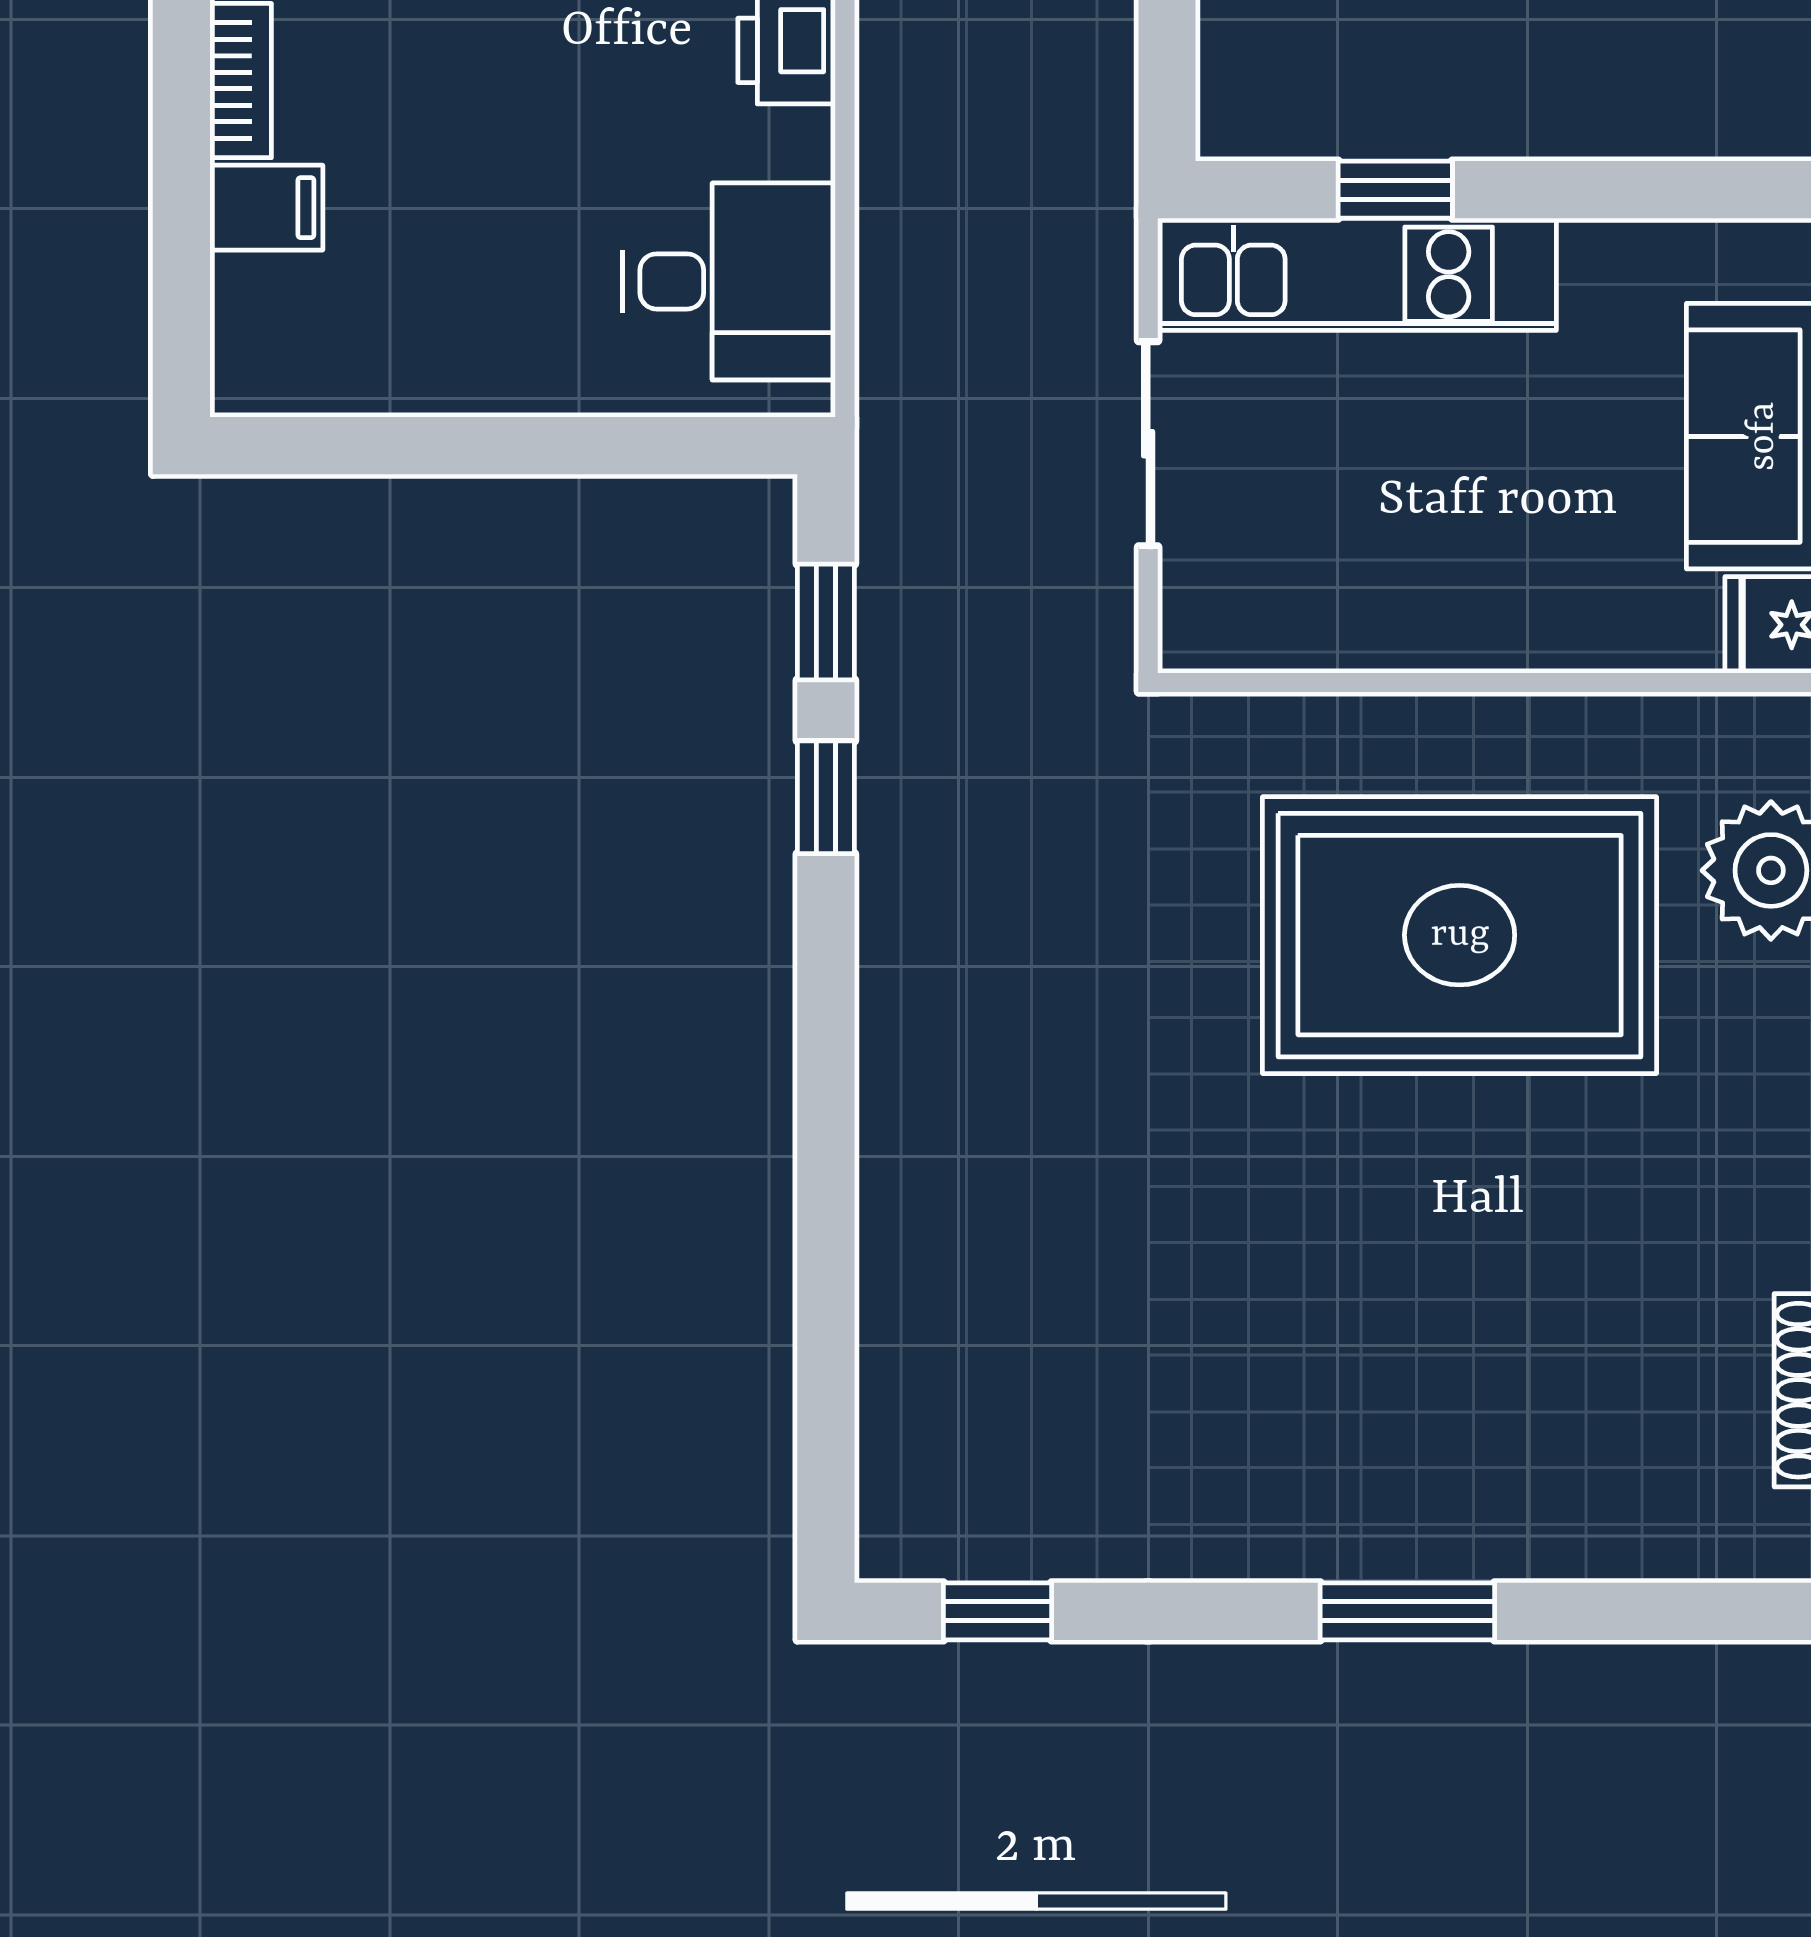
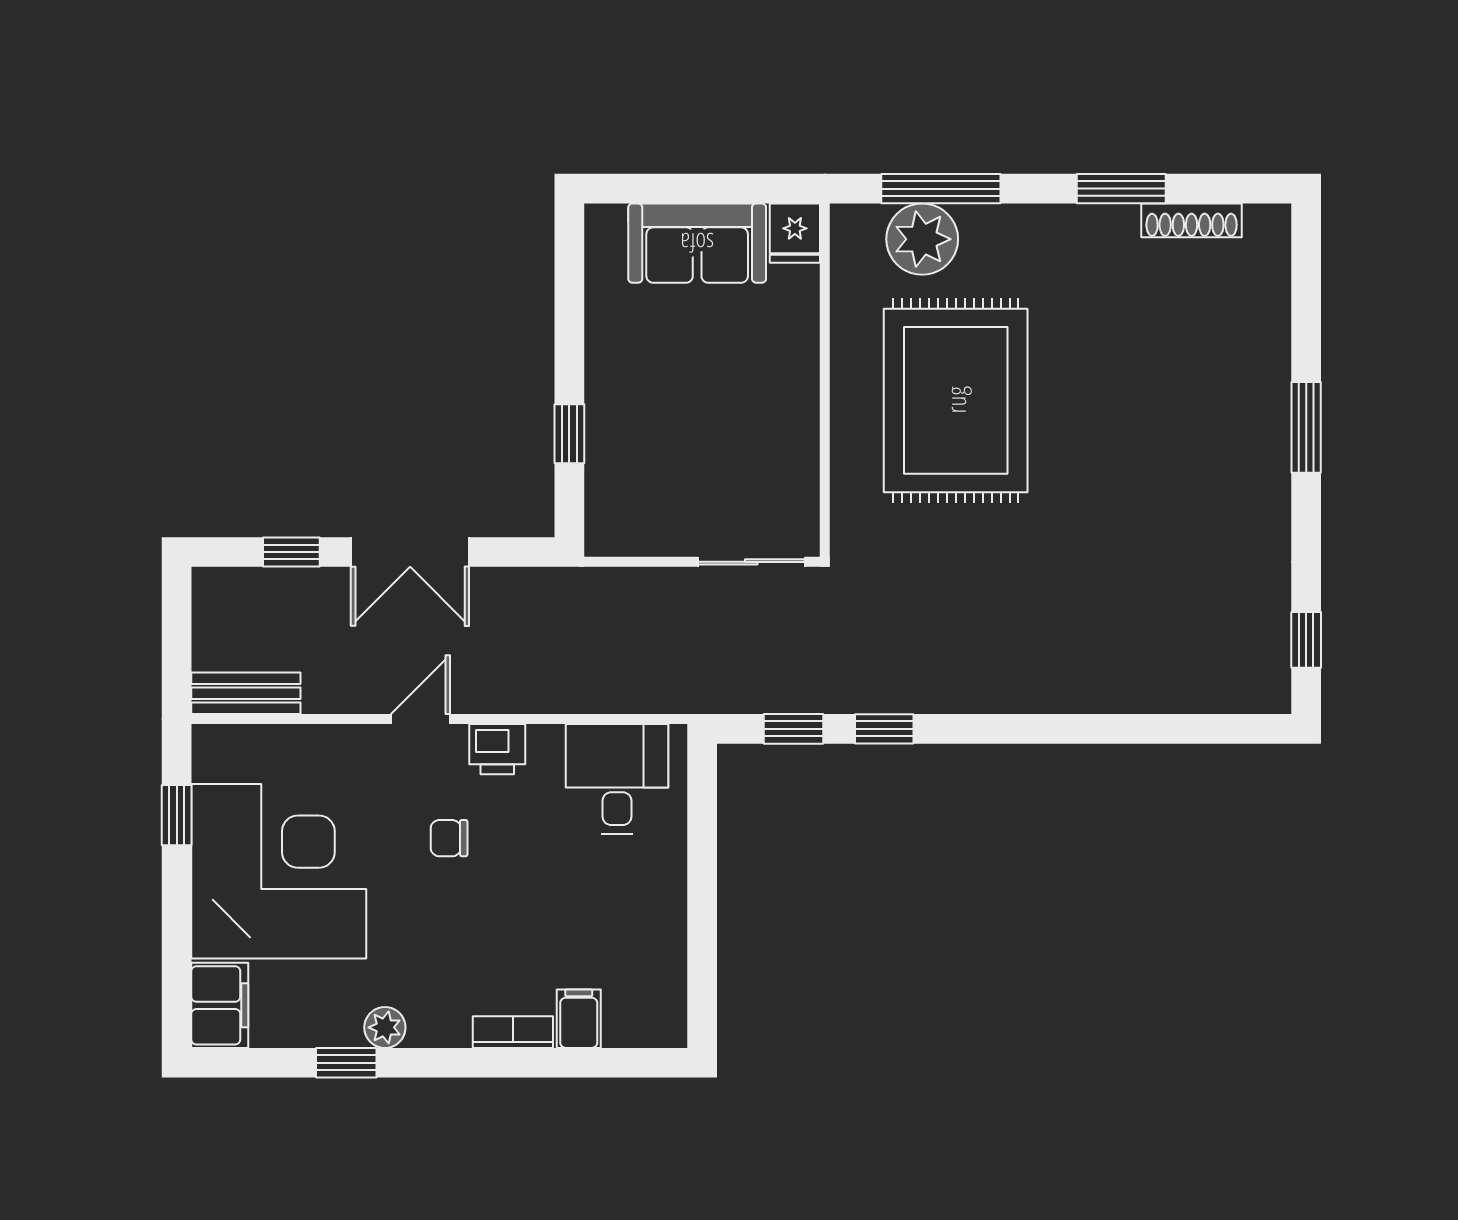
kitchen unit: (1357, 274) -> (613, 454), removed
sliding door: (1148, 444) -> (751, 562), moved

